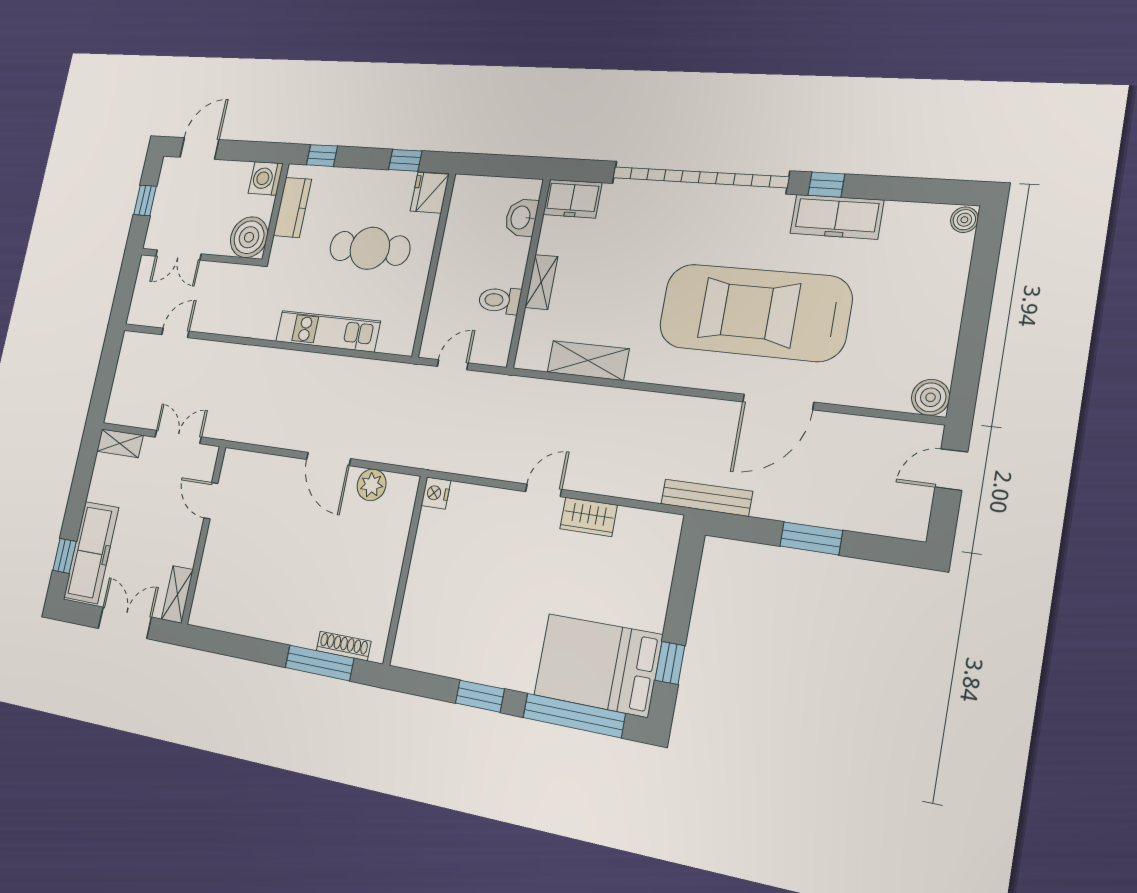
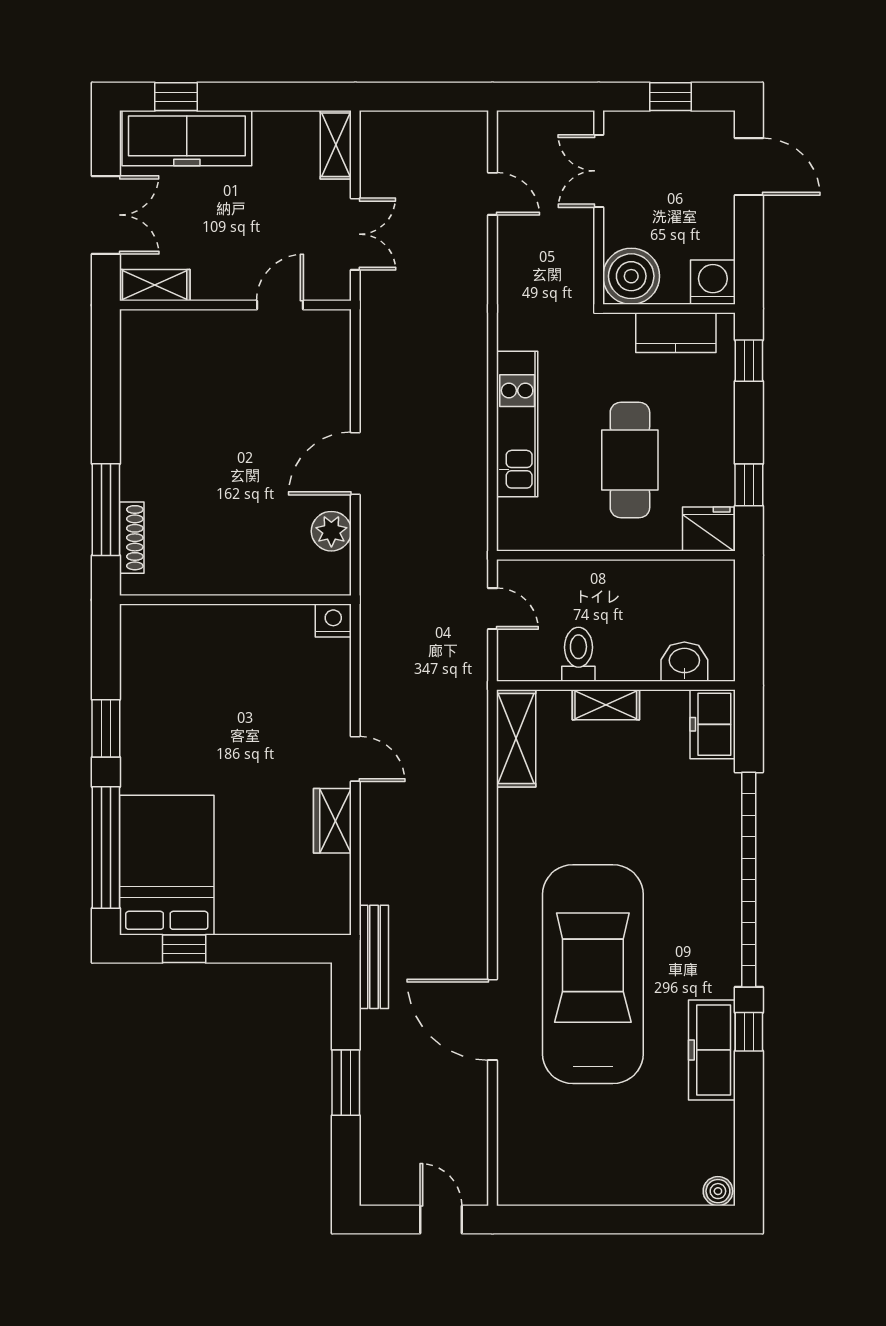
shelving: (588, 360) -> (516, 738), moved
boiler: (931, 397) -> (517, 1186), removed

